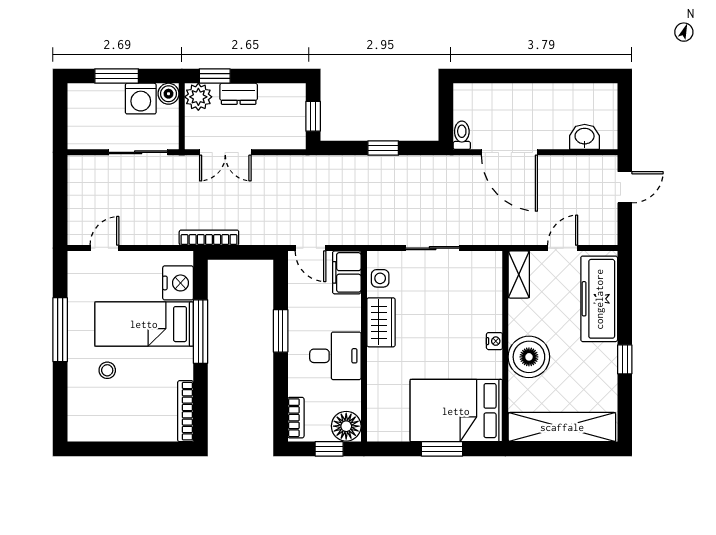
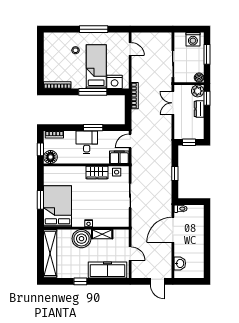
washing machine: (141, 99) -> (193, 39), moved, turned -90
shelving: (519, 275) -> (102, 234), moved
desk: (335, 356) -> (87, 142), moved, turned 180

